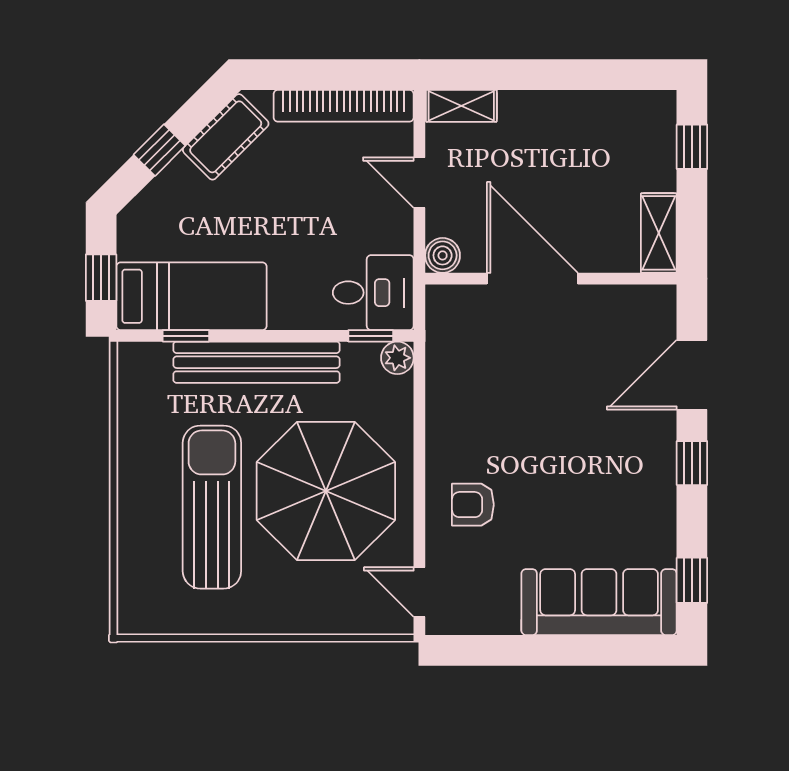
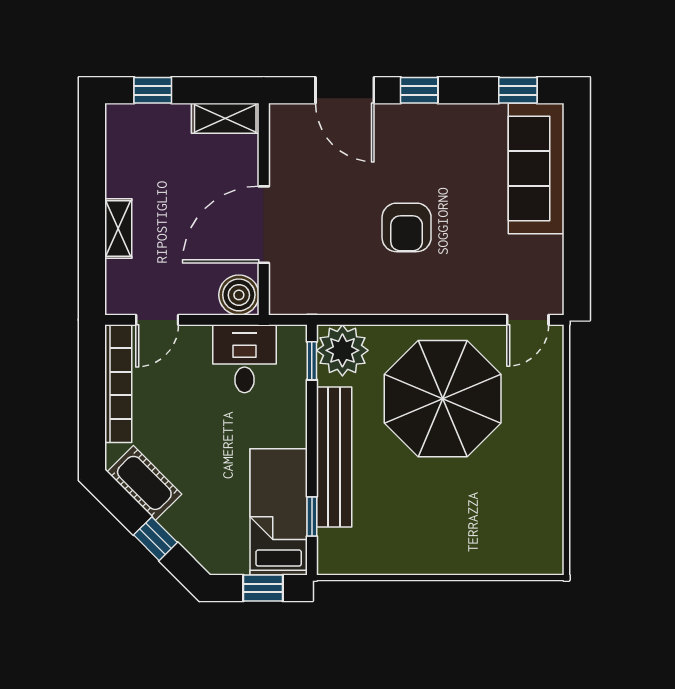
shelving: (461, 106) -> (118, 228), moved
door: (419, 183) -> (157, 320), moved
boiler: (443, 255) -> (239, 295), width x1.36, depth x1.36
desk: (373, 293) -> (244, 359), moved
plant: (397, 358) -> (342, 350), width x1.87, depth x1.87
armchair: (473, 505) -> (407, 227), moved, width x1.38, depth x1.38
sun lounger: (212, 507) -> (456, 495), removed

